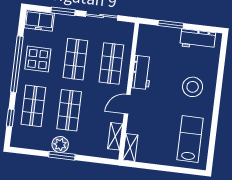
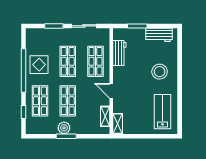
freezer: (39, 21) -> (37, 35), removed
workbench: (142, 73) -> (119, 53), moved
door: (127, 104) -> (111, 91), hinge flipped

